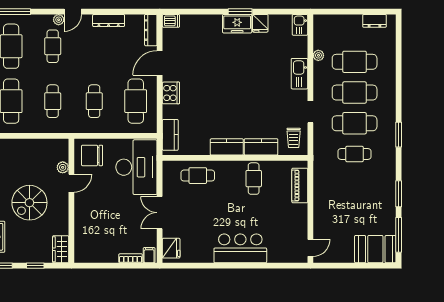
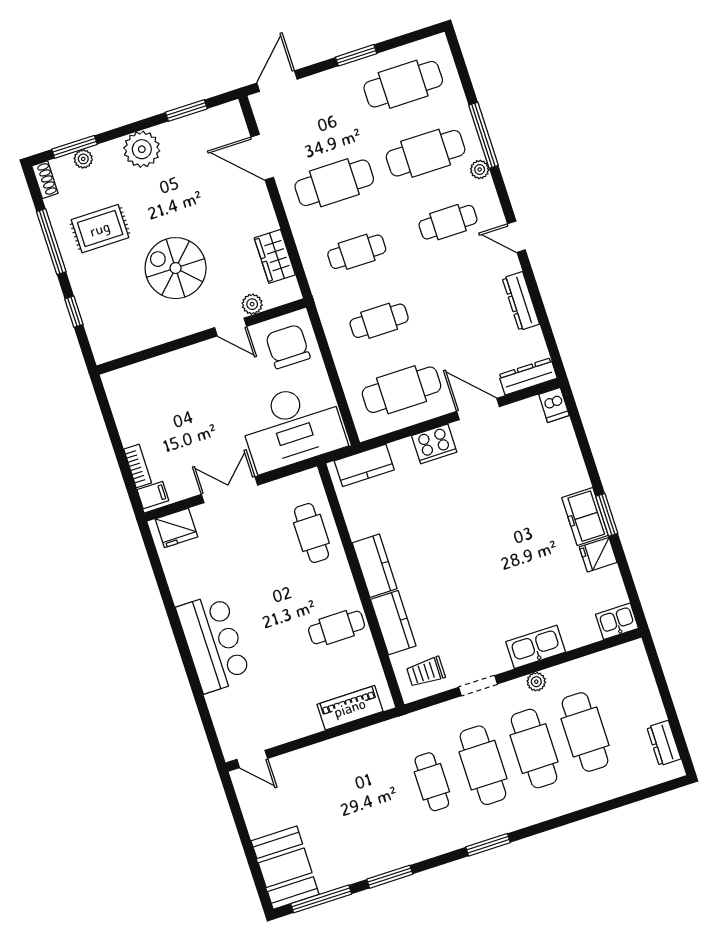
plant: (59, 20) -> (480, 169), moved
plant: (318, 55) -> (536, 682), moved
wardrobe: (61, 249) -> (275, 256), moved, turned -90

